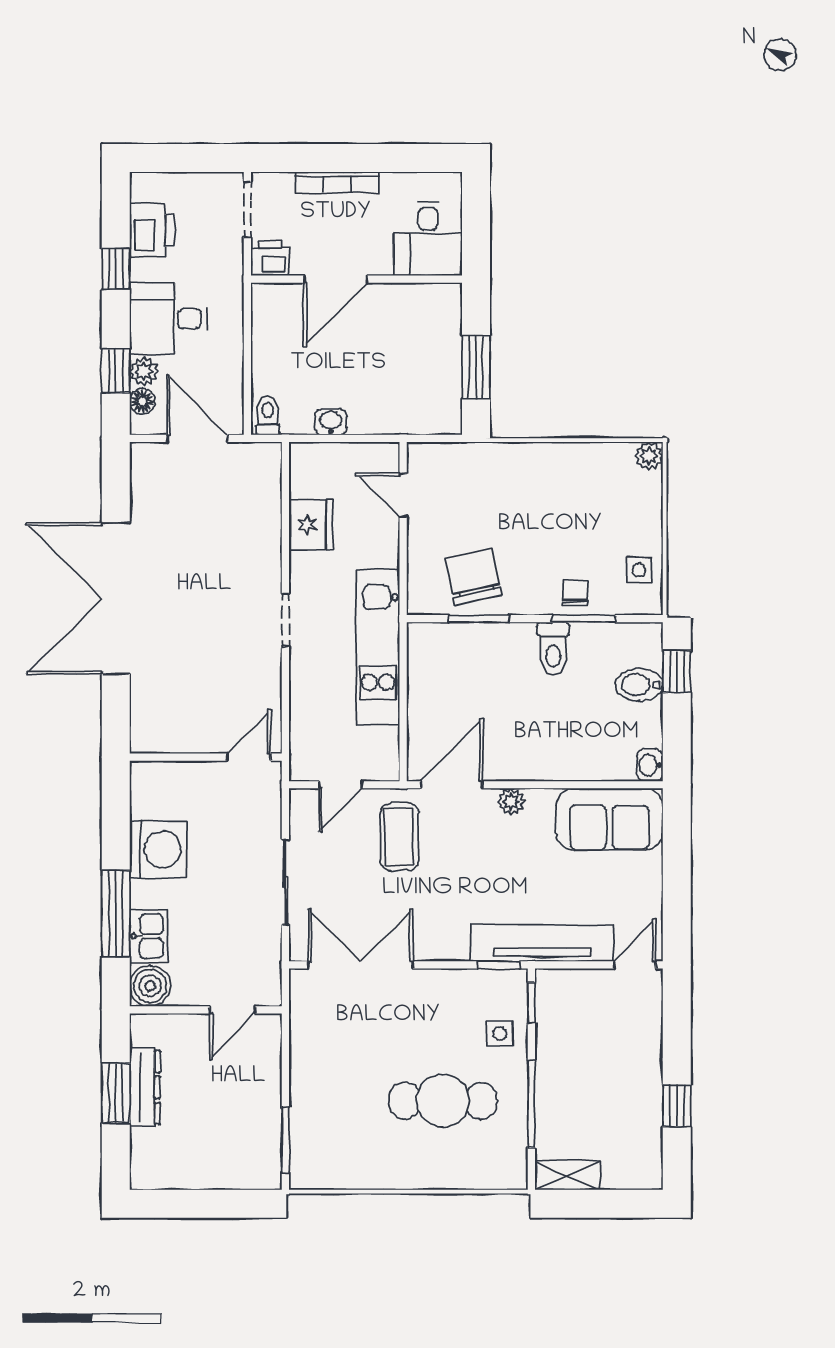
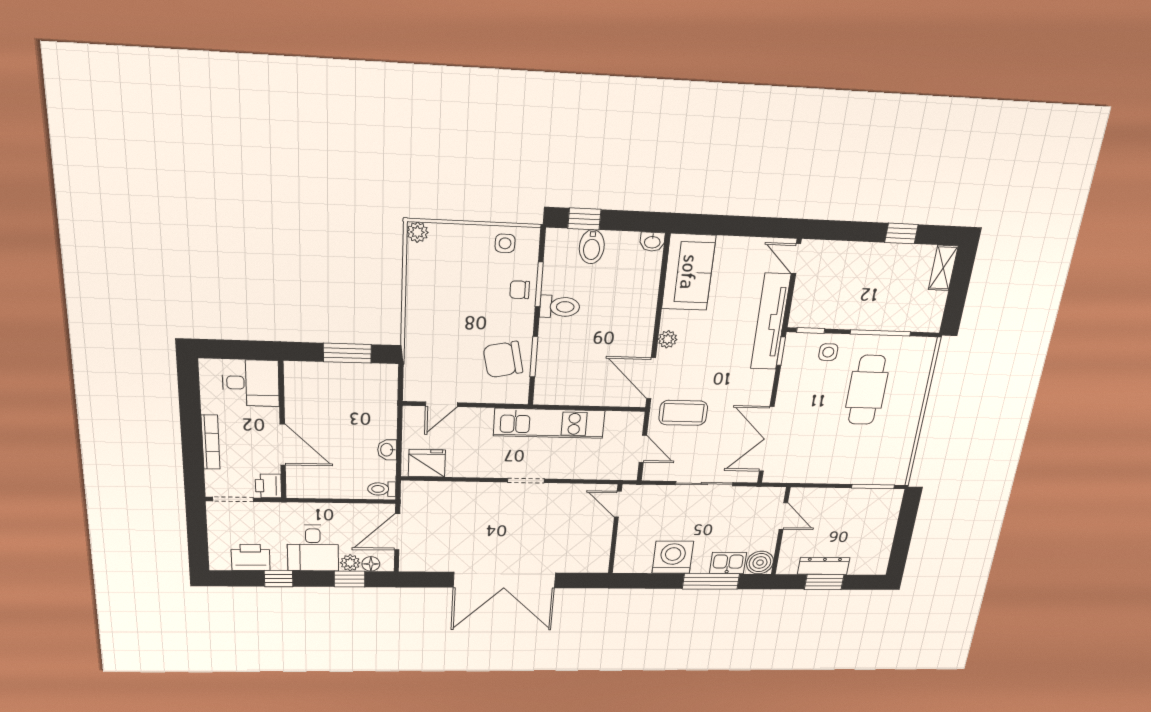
fridge: (311, 525) -> (427, 463), moved
shelving: (567, 1175) -> (943, 268), moved

